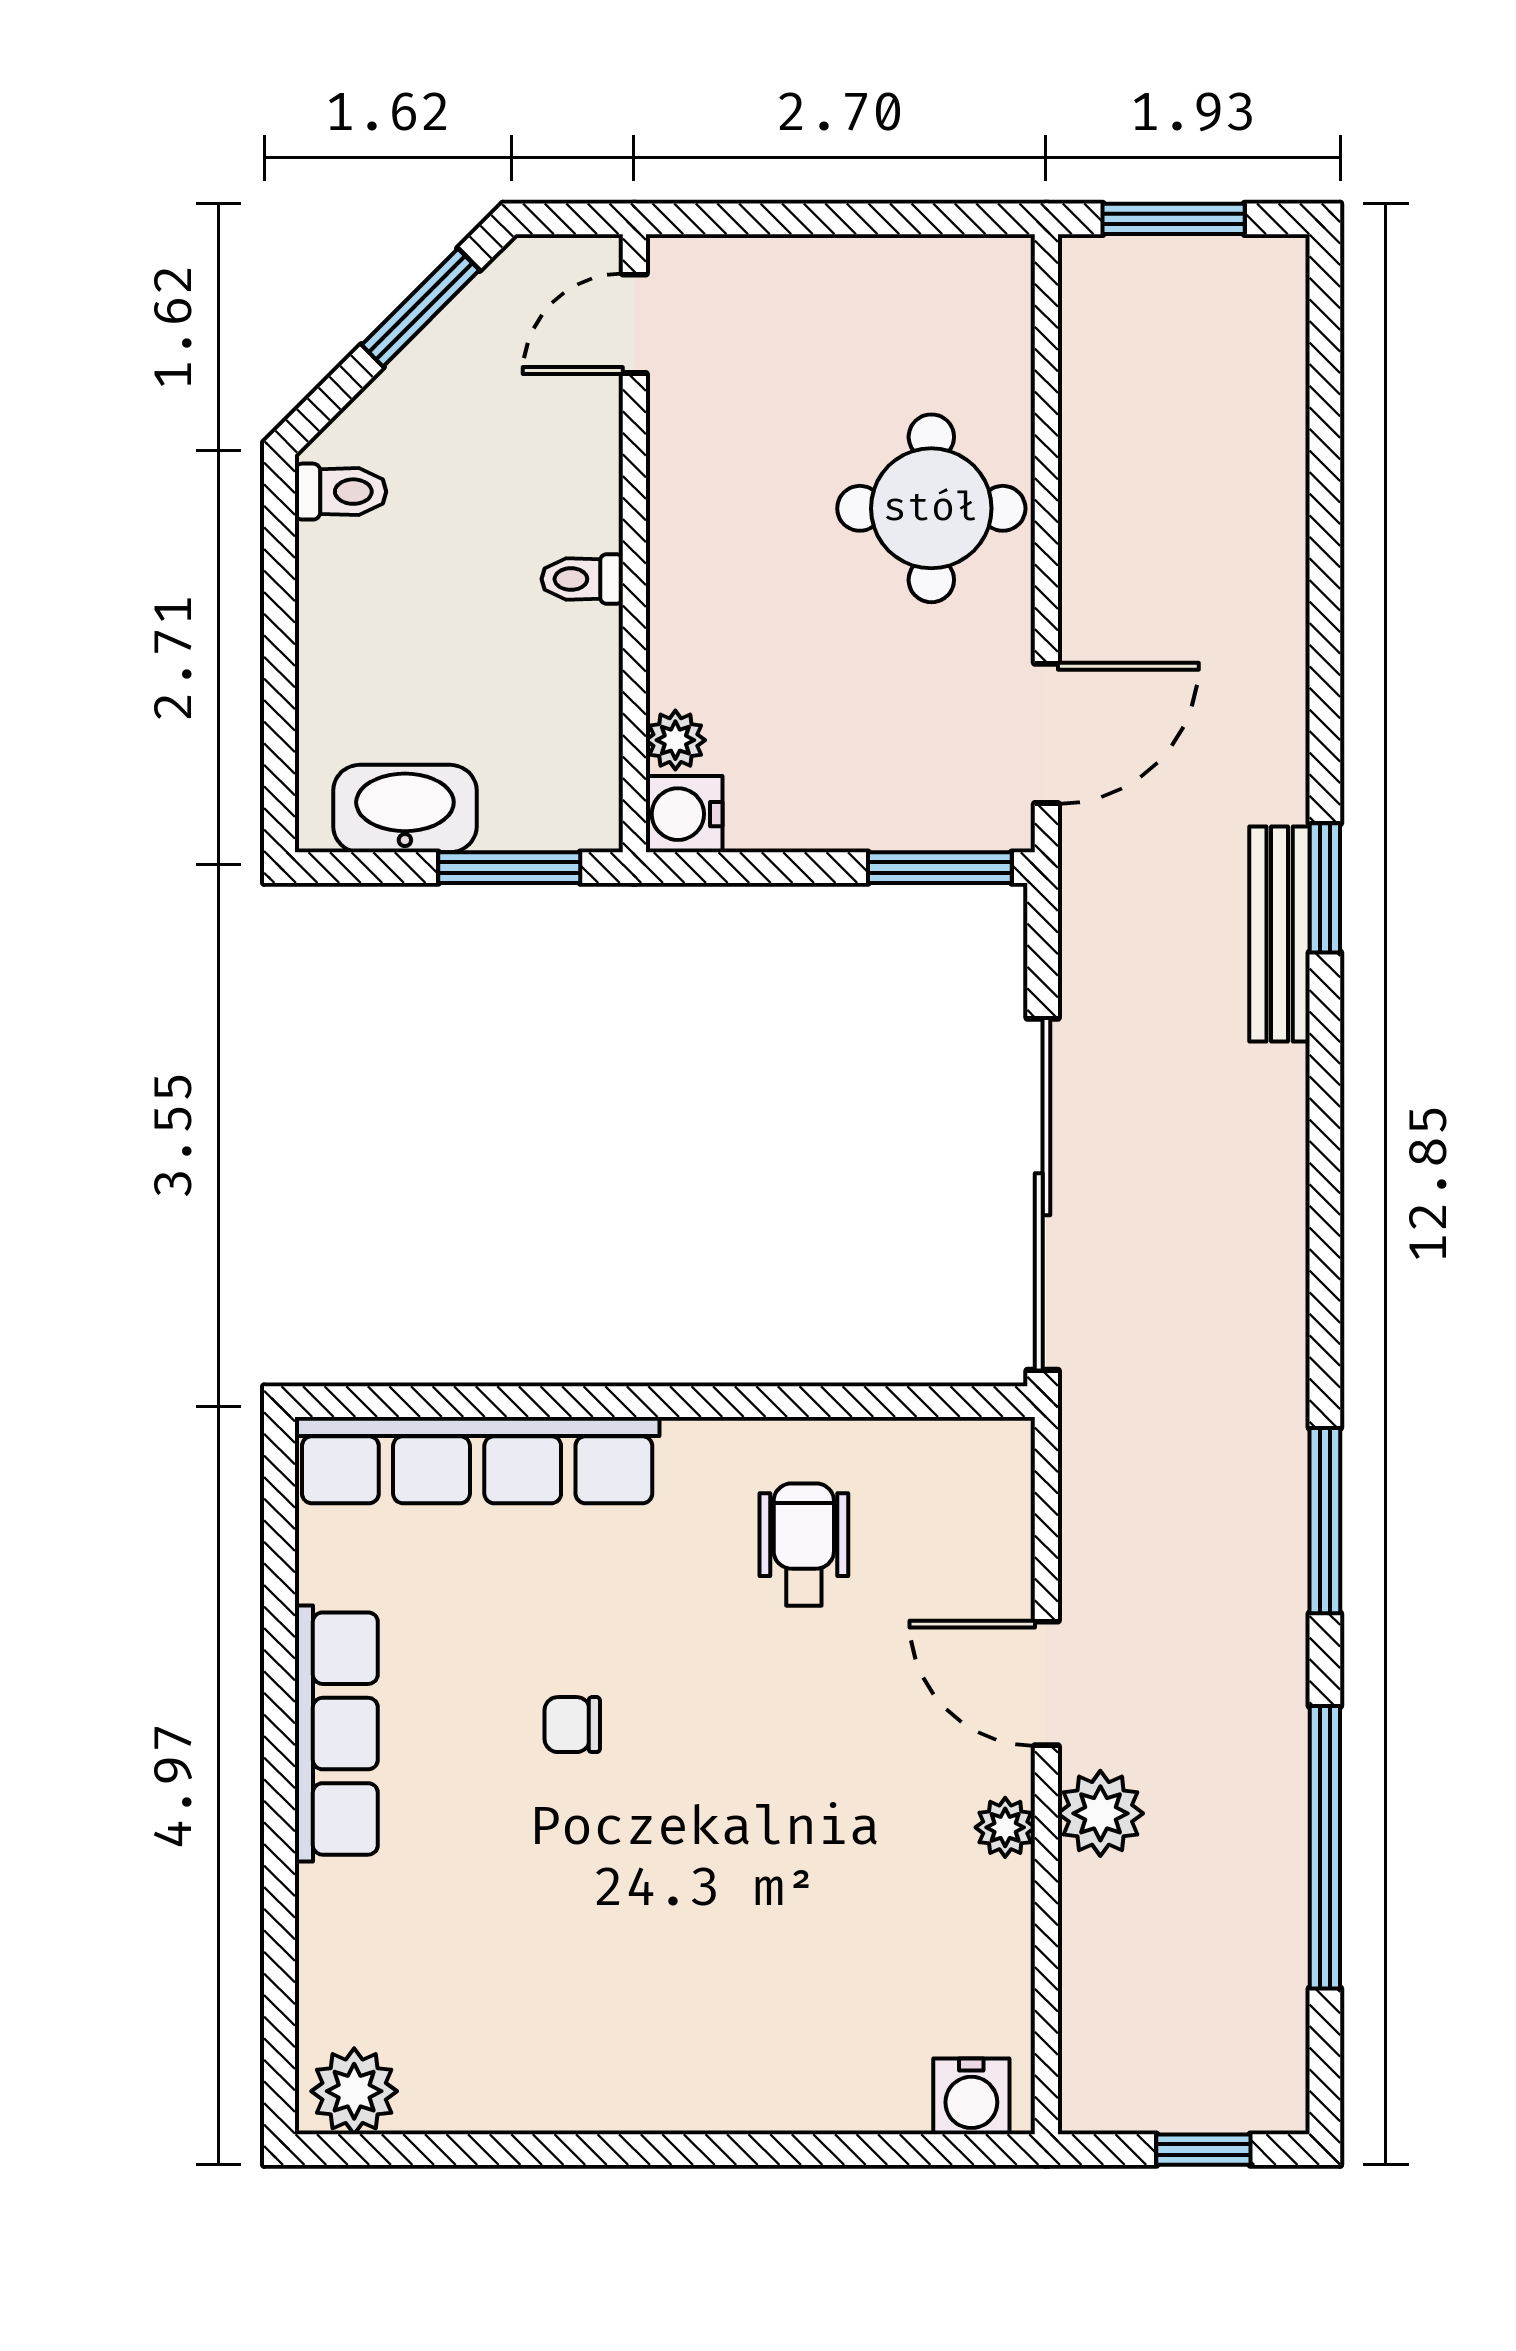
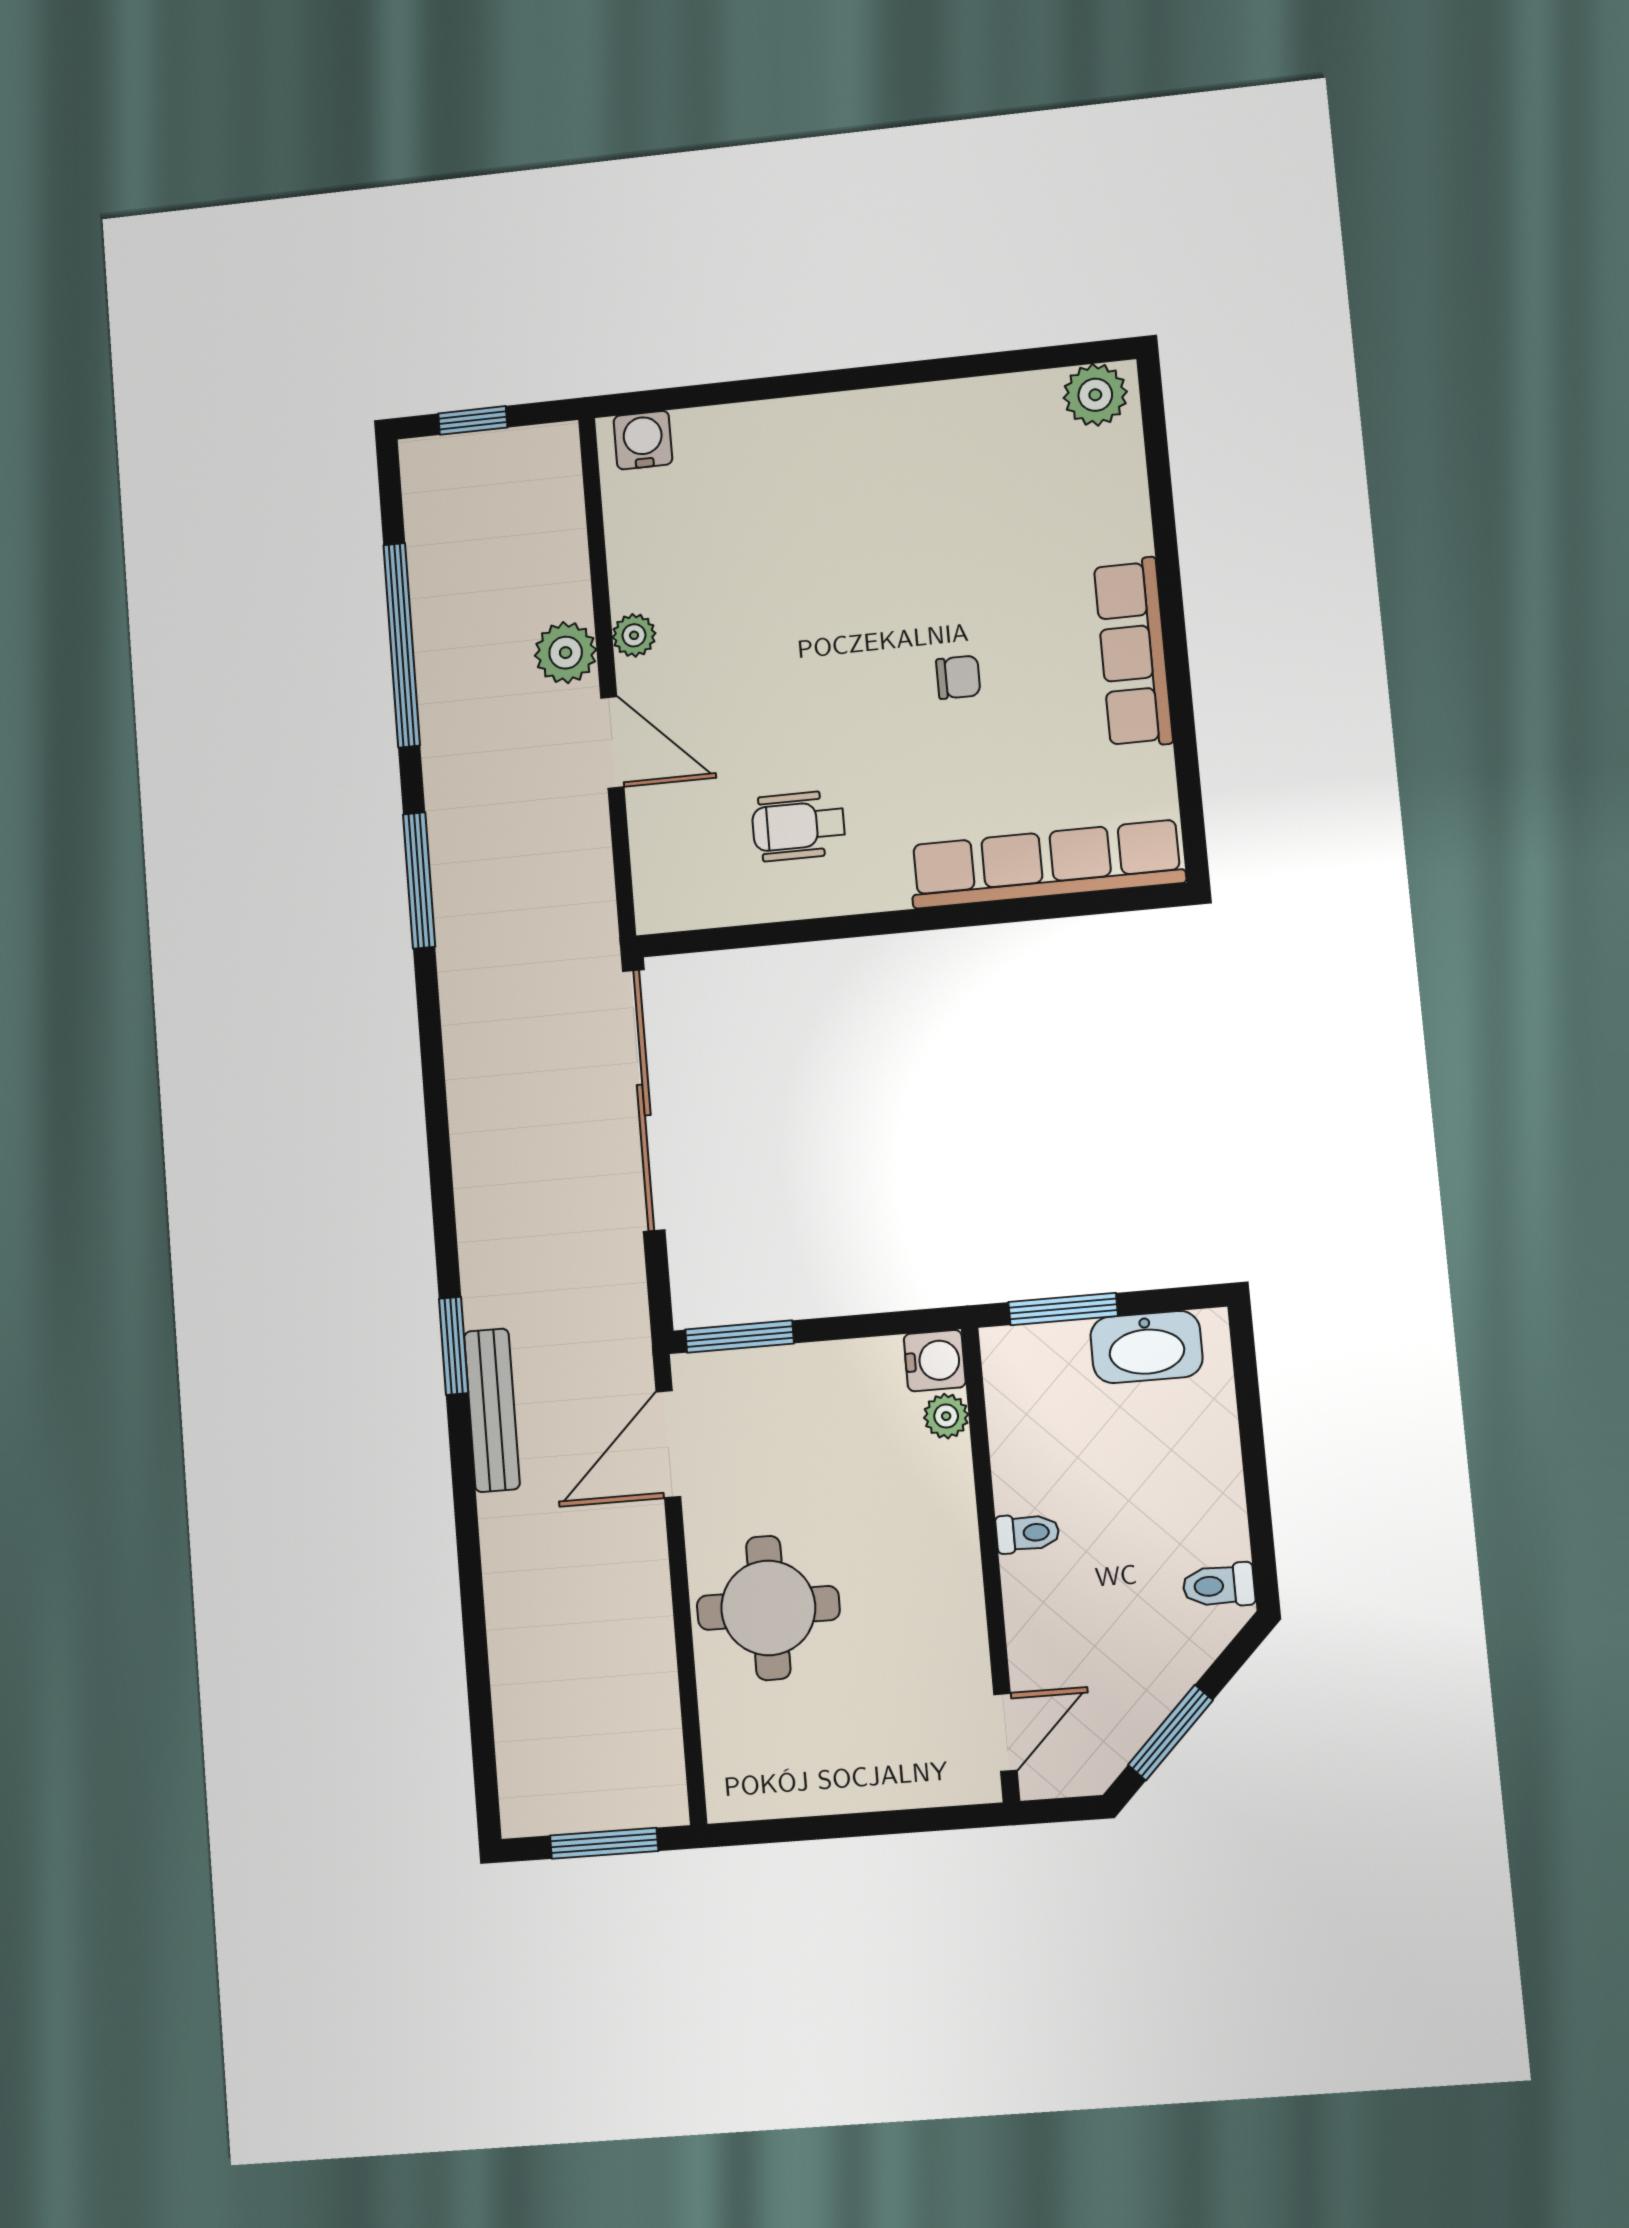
bench: (1280, 934) -> (492, 1410), moved
wheelchair: (804, 1544) -> (798, 826), turned 90

